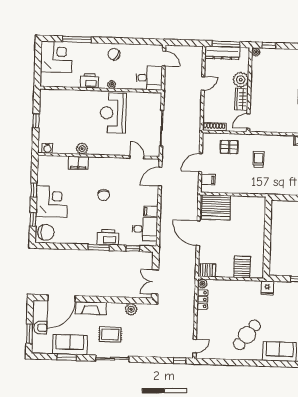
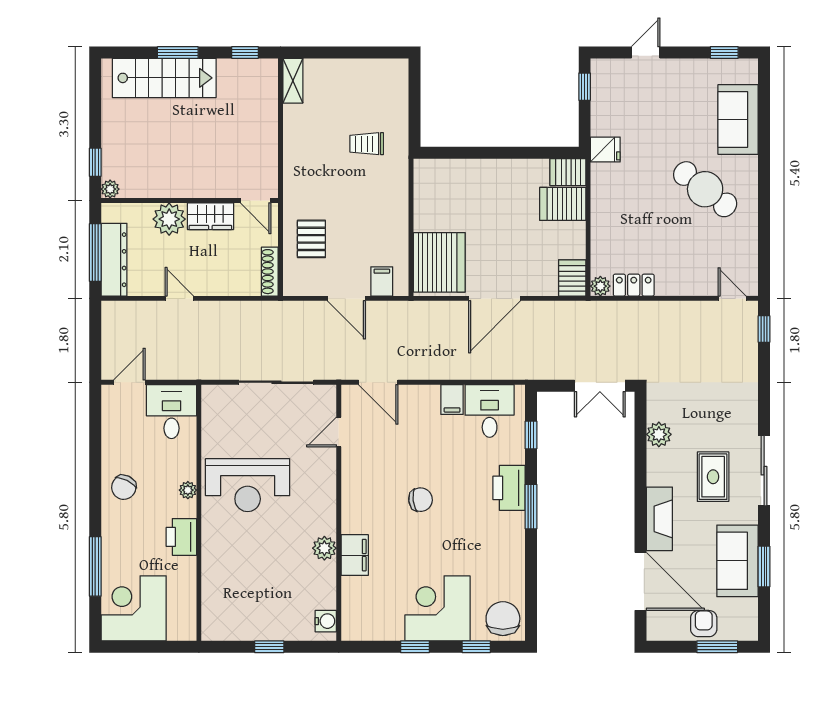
trolley: (259, 159) -> (367, 144), moved
server rack: (257, 270) -> (568, 172), added

